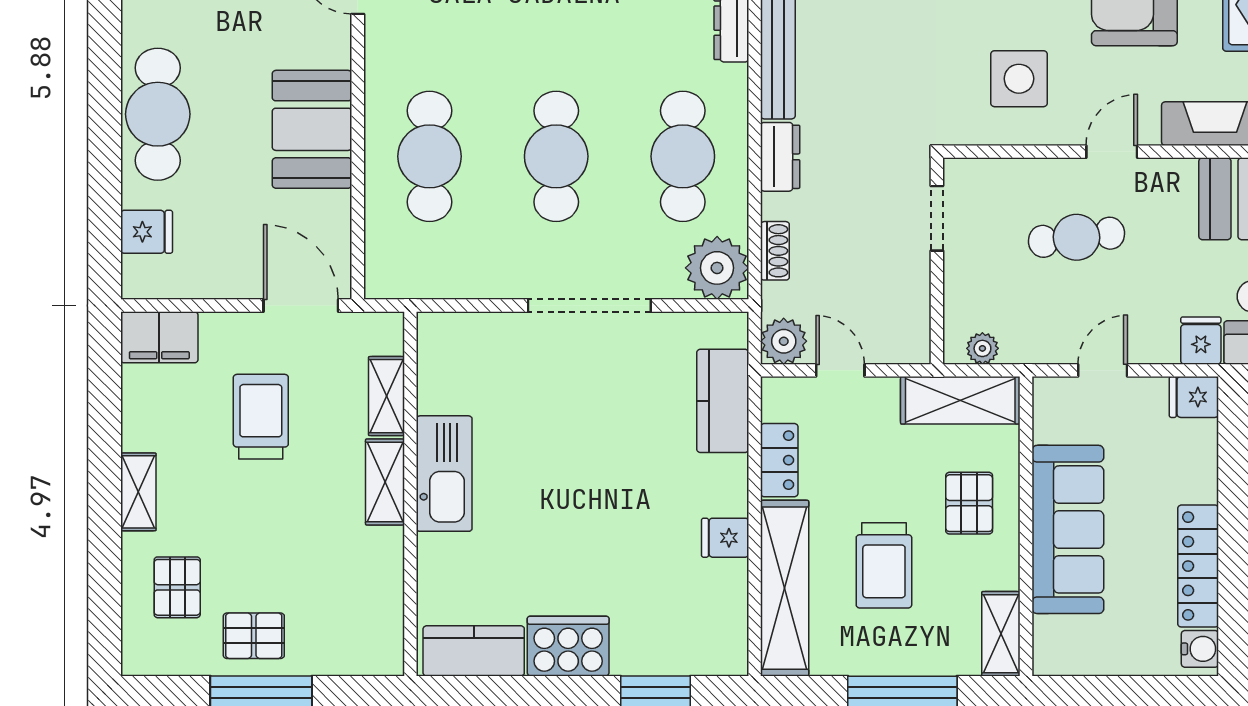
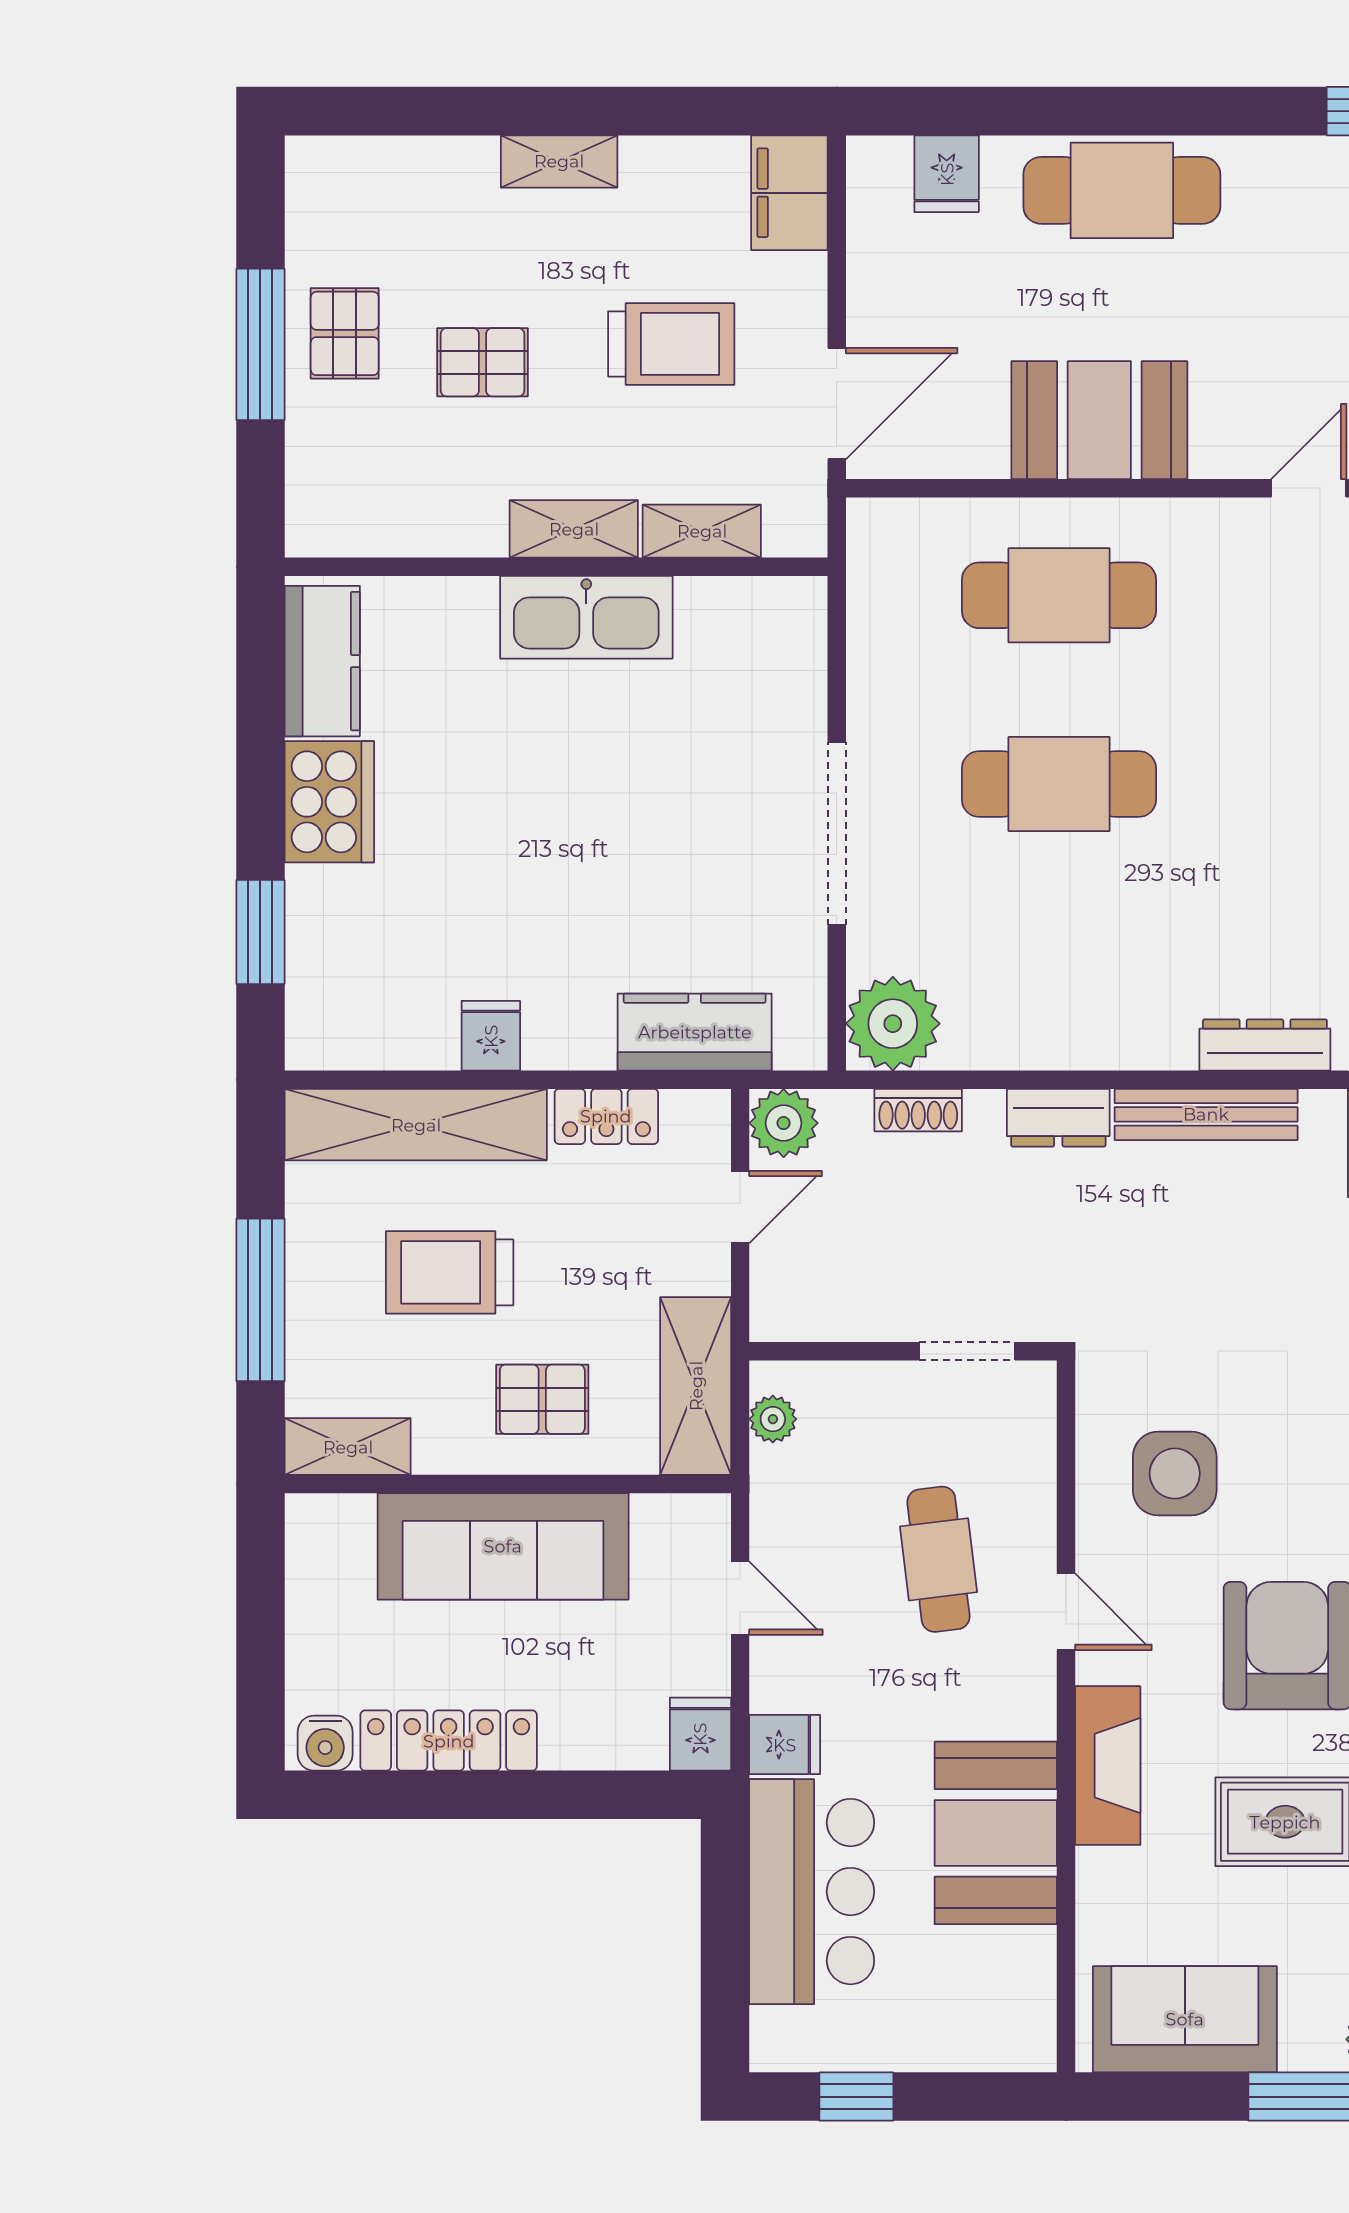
cafe table: (683, 156) -> (1059, 973), removed
pallet: (177, 587) -> (483, 362), moved

